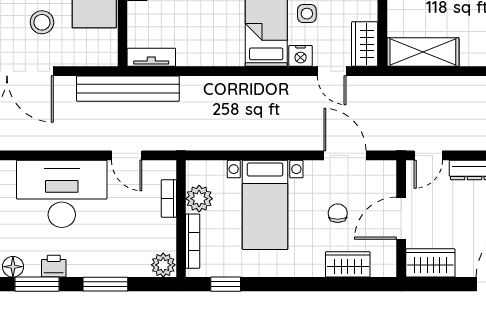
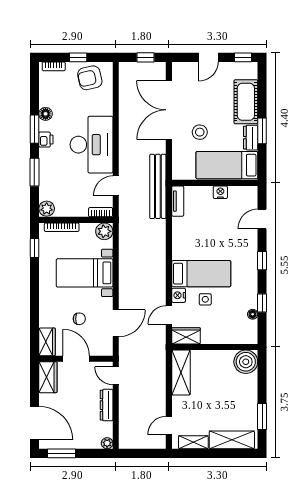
bookcase: (169, 198) -> (101, 212), moved
plant: (199, 199) -> (104, 231), moved
wardrobe: (348, 264) -> (47, 342), moved

